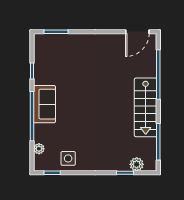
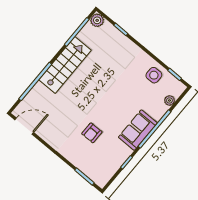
armchair: (79, 71) -> (92, 133), added
plant: (137, 164) -> (97, 20), moved

